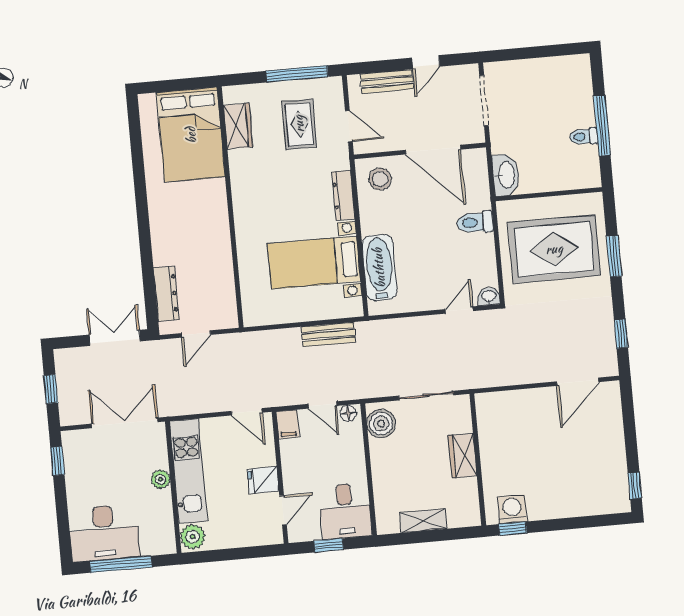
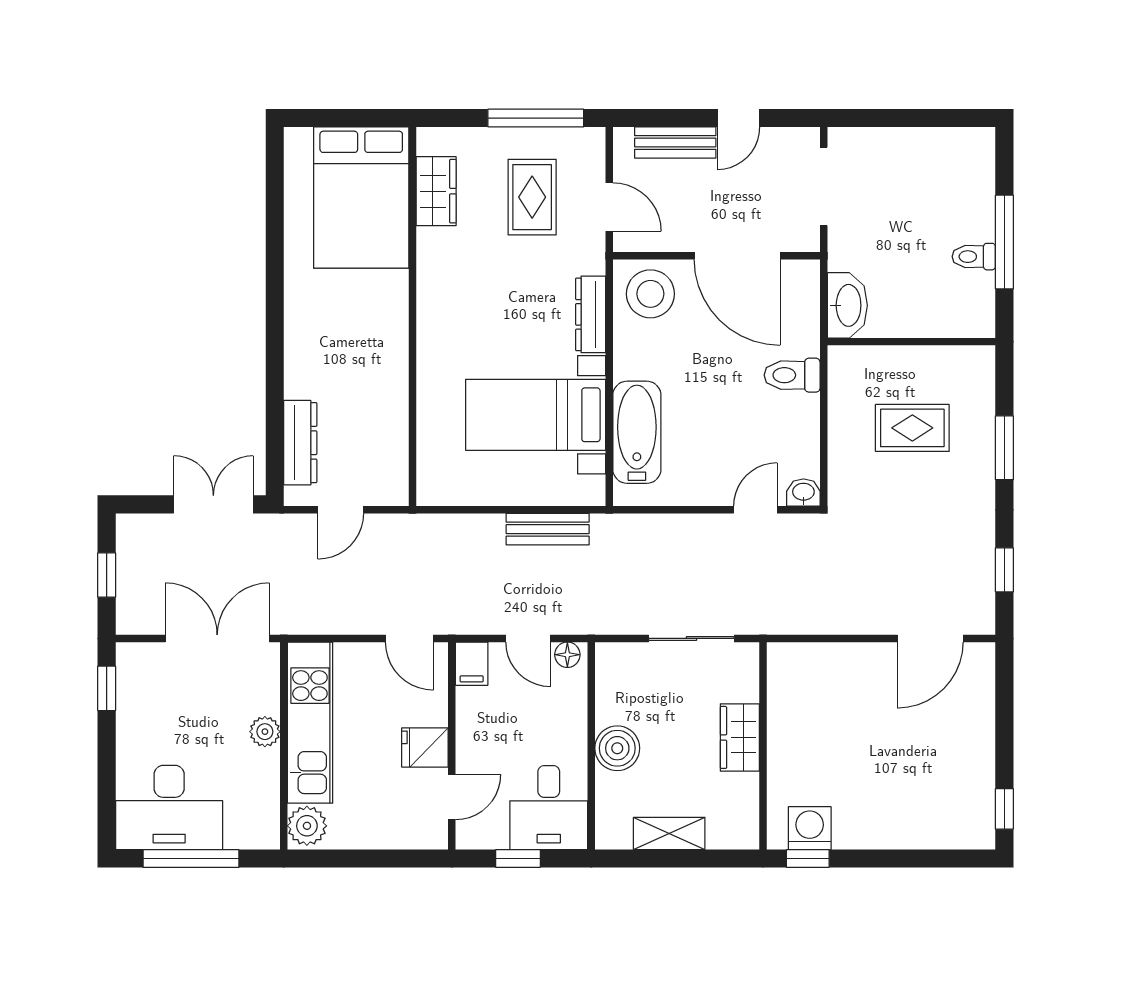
stool: (380, 179) -> (650, 294), width x1.38, depth x1.38
rug: (554, 249) -> (912, 428), width x0.54, depth x0.49
boiler: (381, 424) -> (617, 748), moved

